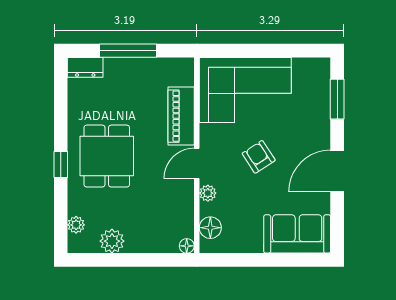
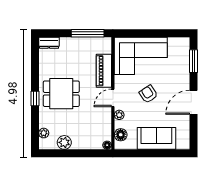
window: (128, 51) -> (88, 33), moved
dining table: (107, 156) -> (61, 94), turned 90
sofa: (297, 234) -> (156, 138), moved

